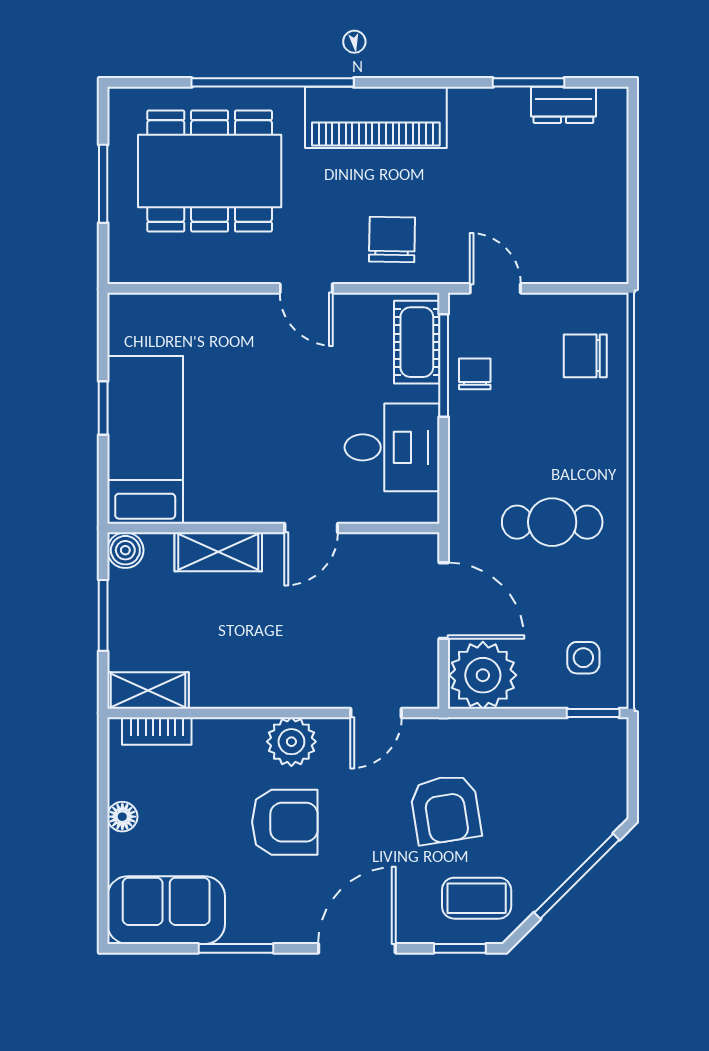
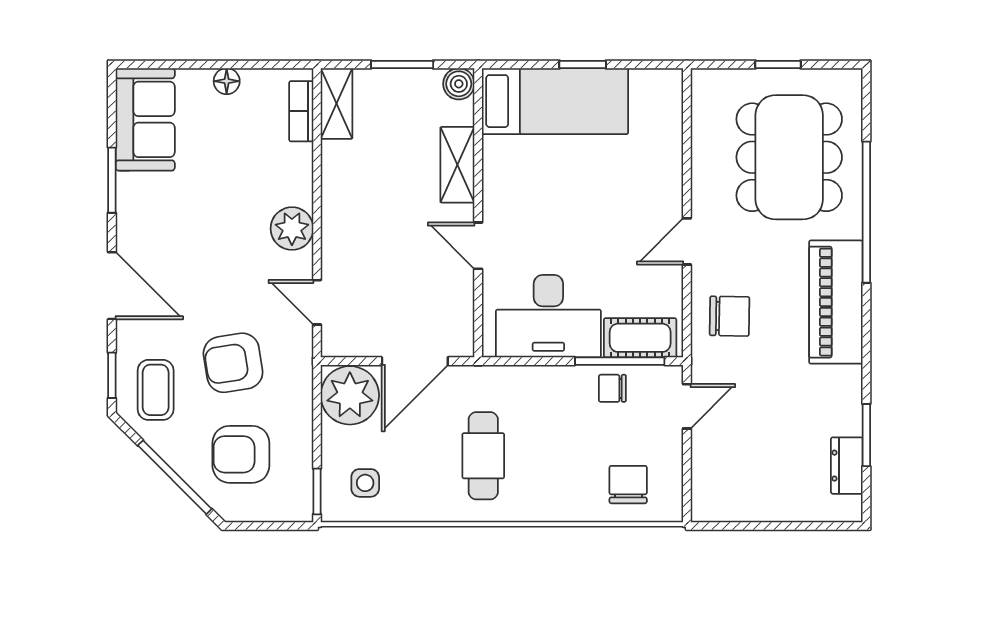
window: (103, 184) -> (778, 64), width x0.67
chair: (475, 374) -> (612, 388), turned 180
desk: (392, 447) -> (548, 316), width x1.37
armchair: (285, 822) -> (241, 454), moved, turned 90

